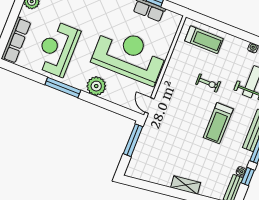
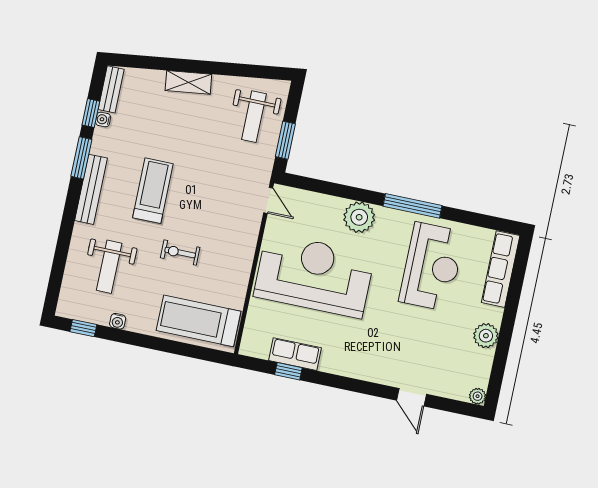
treadmill: (204, 40) -> (199, 321), width x1.37, depth x1.38
reception desk: (129, 56) -> (314, 275), turned 180
window: (133, 140) -> (285, 140), width x0.69
weight bench: (150, 158) -> (254, 117), added

